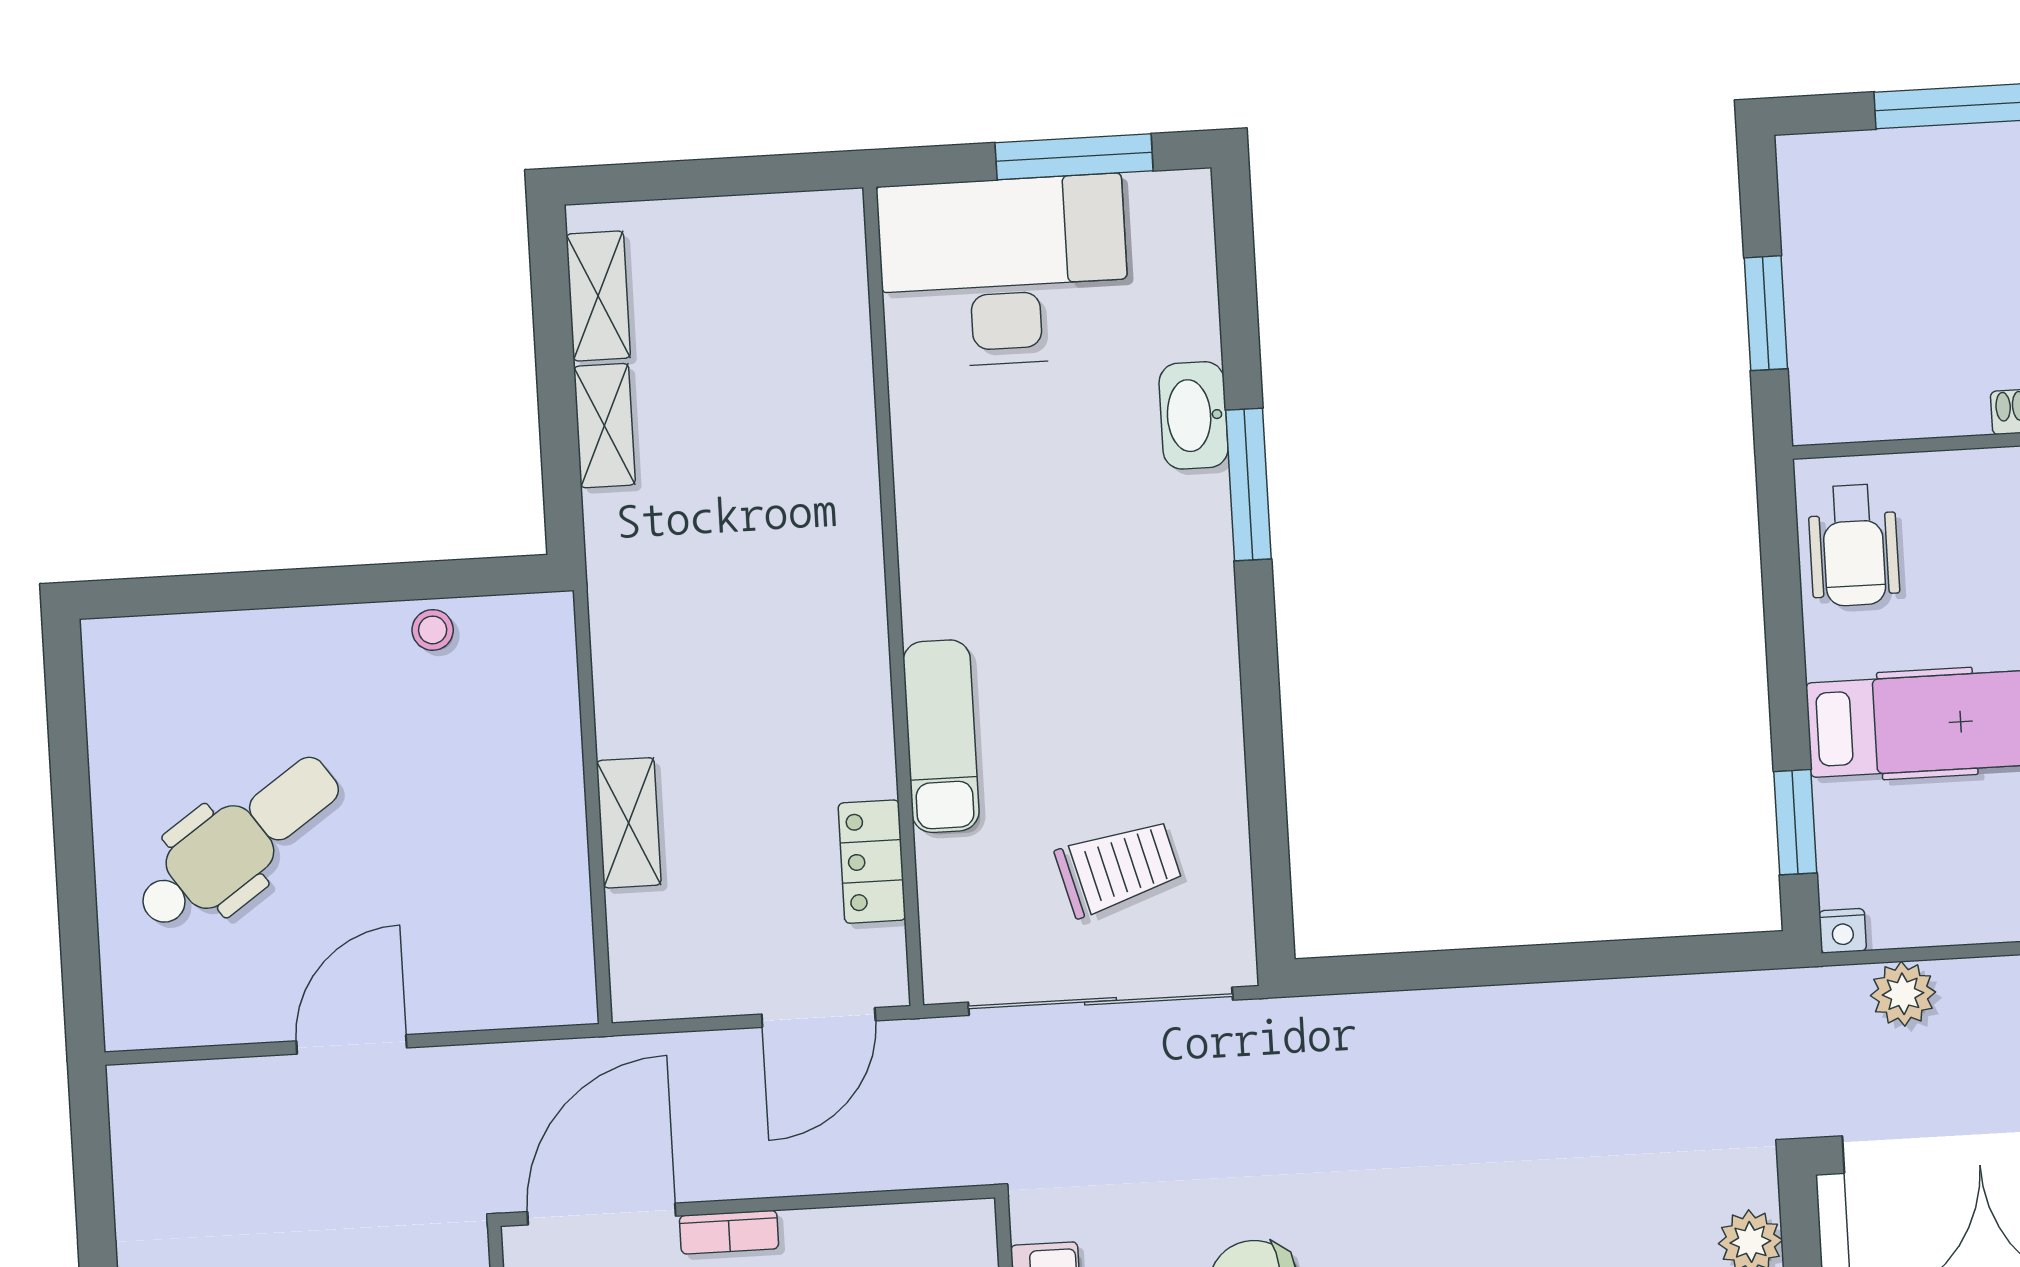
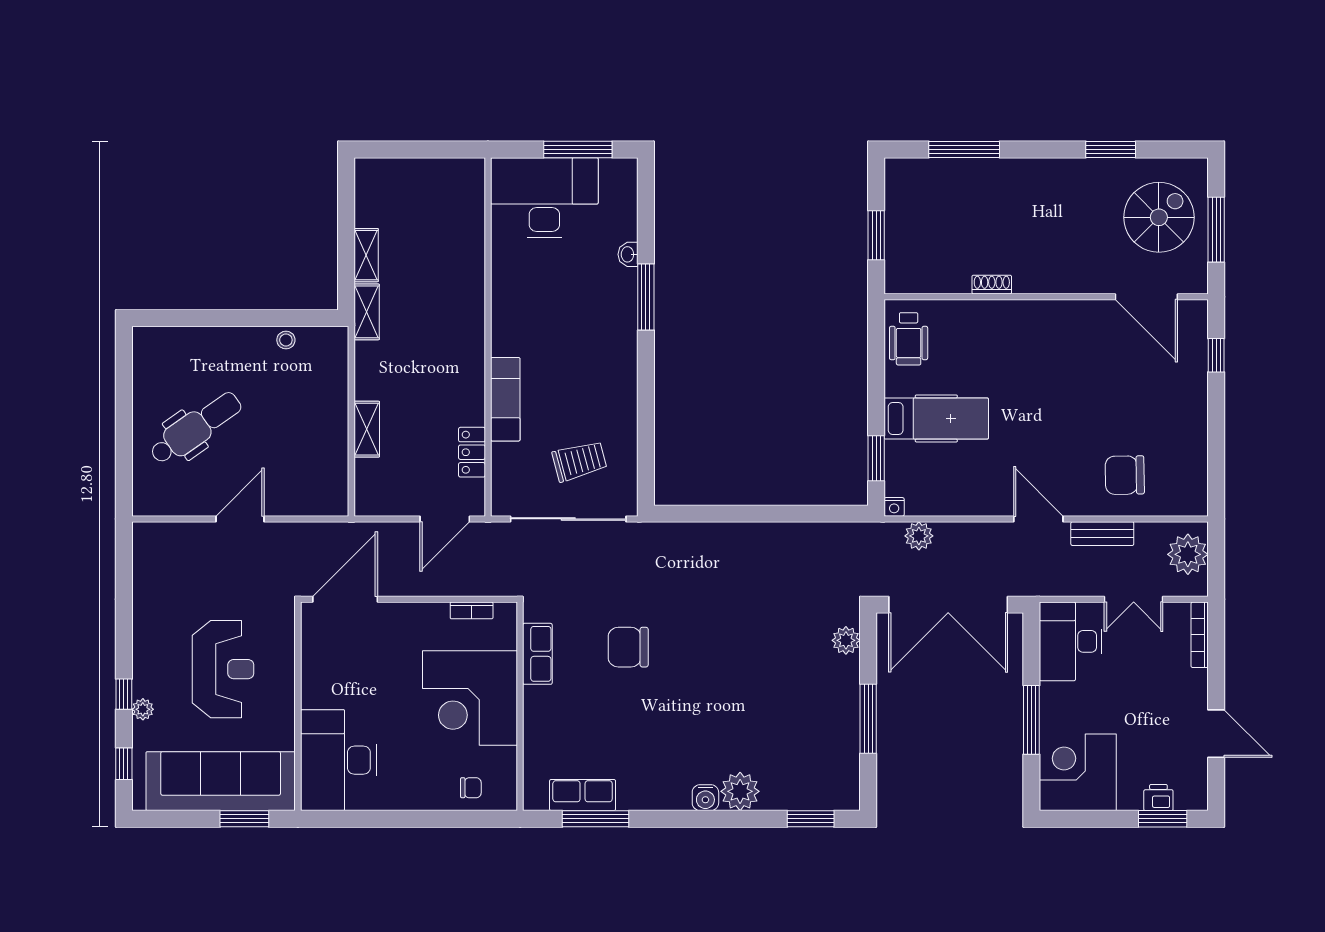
shelving: (598, 296) -> (367, 312), moved
washbasin: (1194, 415) -> (628, 254), width x0.52, depth x0.69
bookcase: (729, 1232) -> (472, 610), moved

